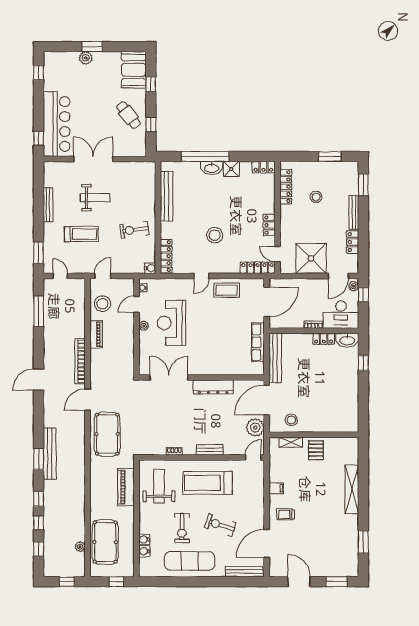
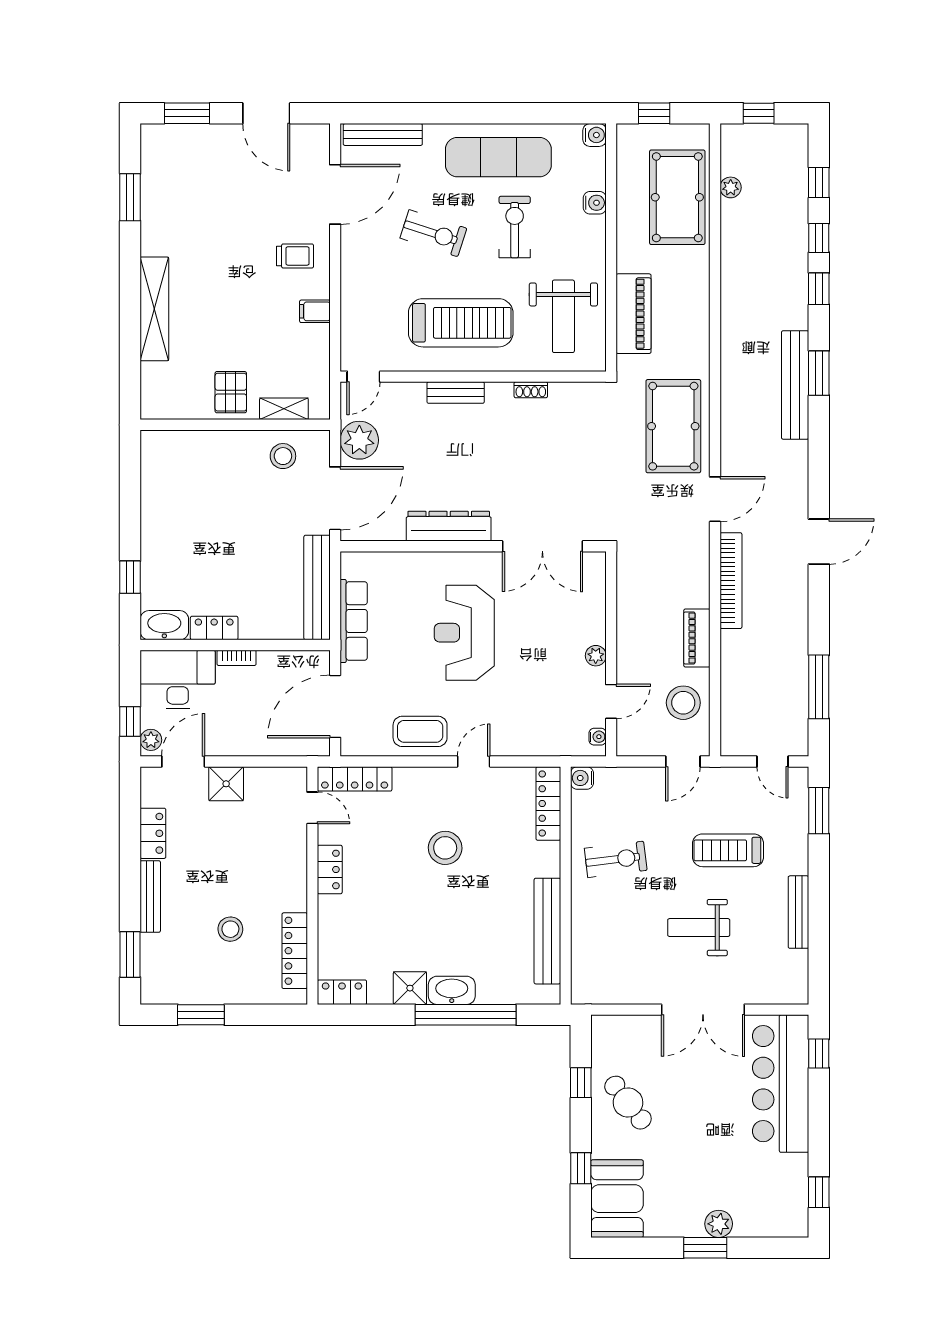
shower: (311, 258) -> (226, 784), width x0.54, depth x0.54
reception desk: (171, 323) -> (464, 633), moved, turned 180
water cooler: (144, 551) -> (595, 135), moved

